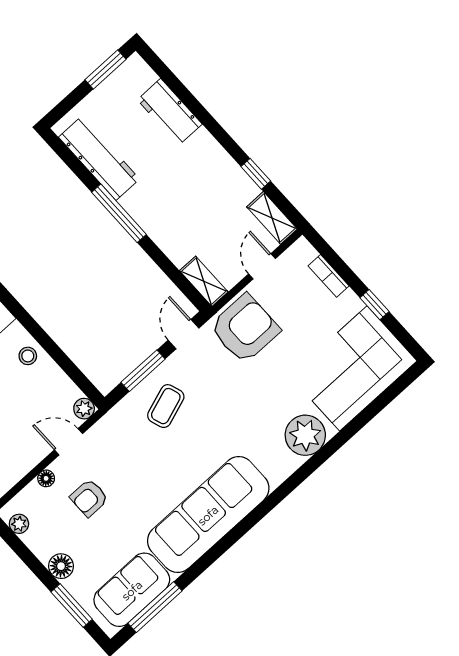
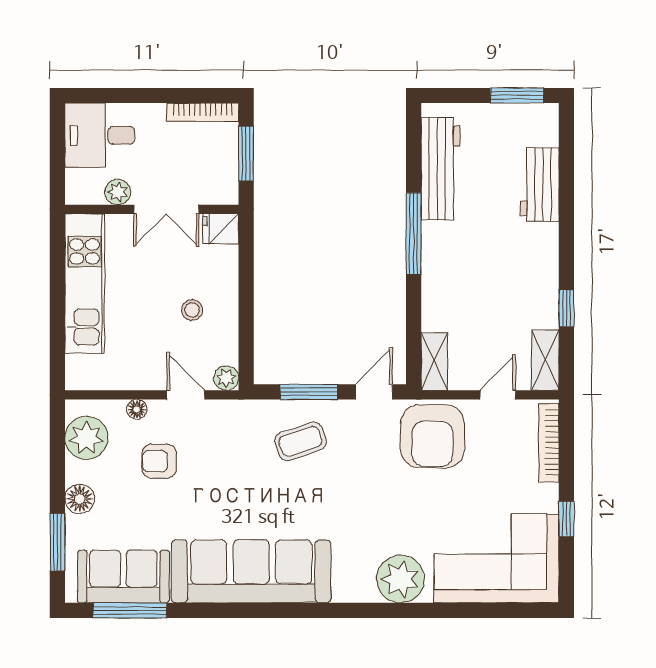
bookcase: (329, 276) -> (549, 443), width x1.56
armchair: (245, 329) -> (432, 436), turned 90
stool: (28, 356) -> (192, 310), moved
plant: (19, 524) -> (86, 438), width x1.87, depth x1.87

